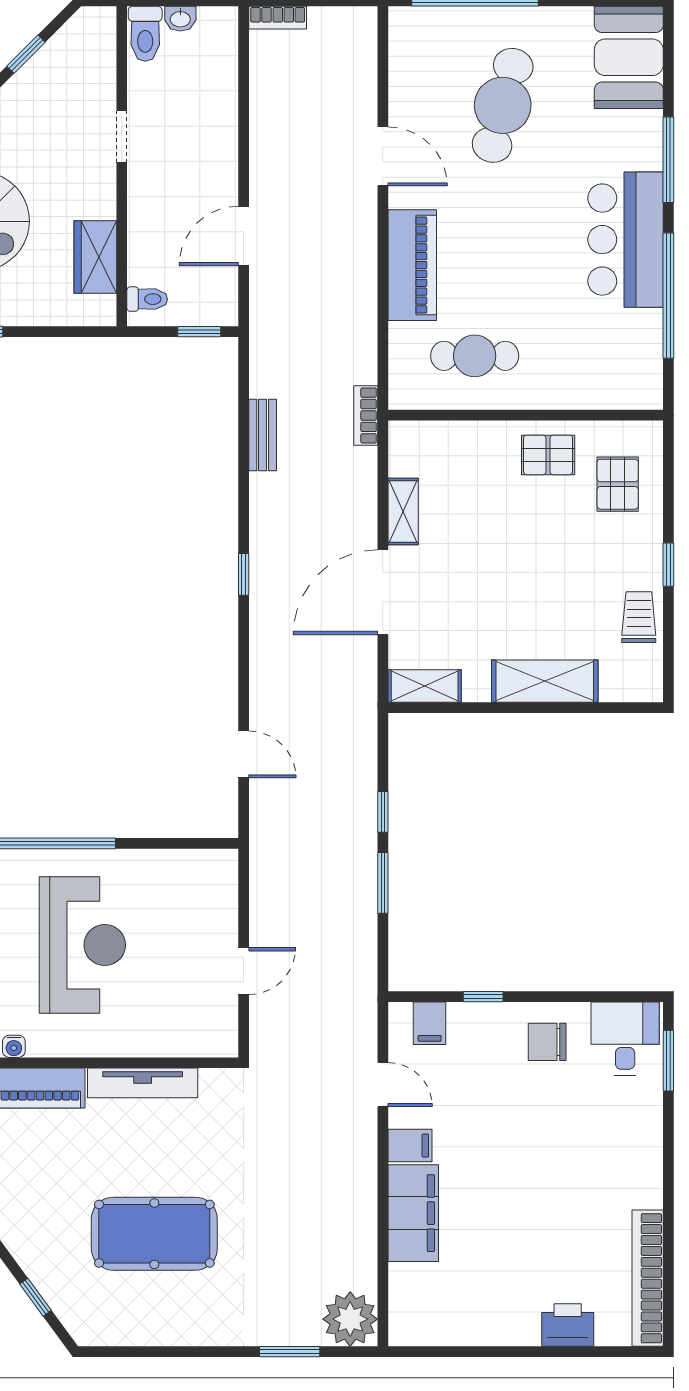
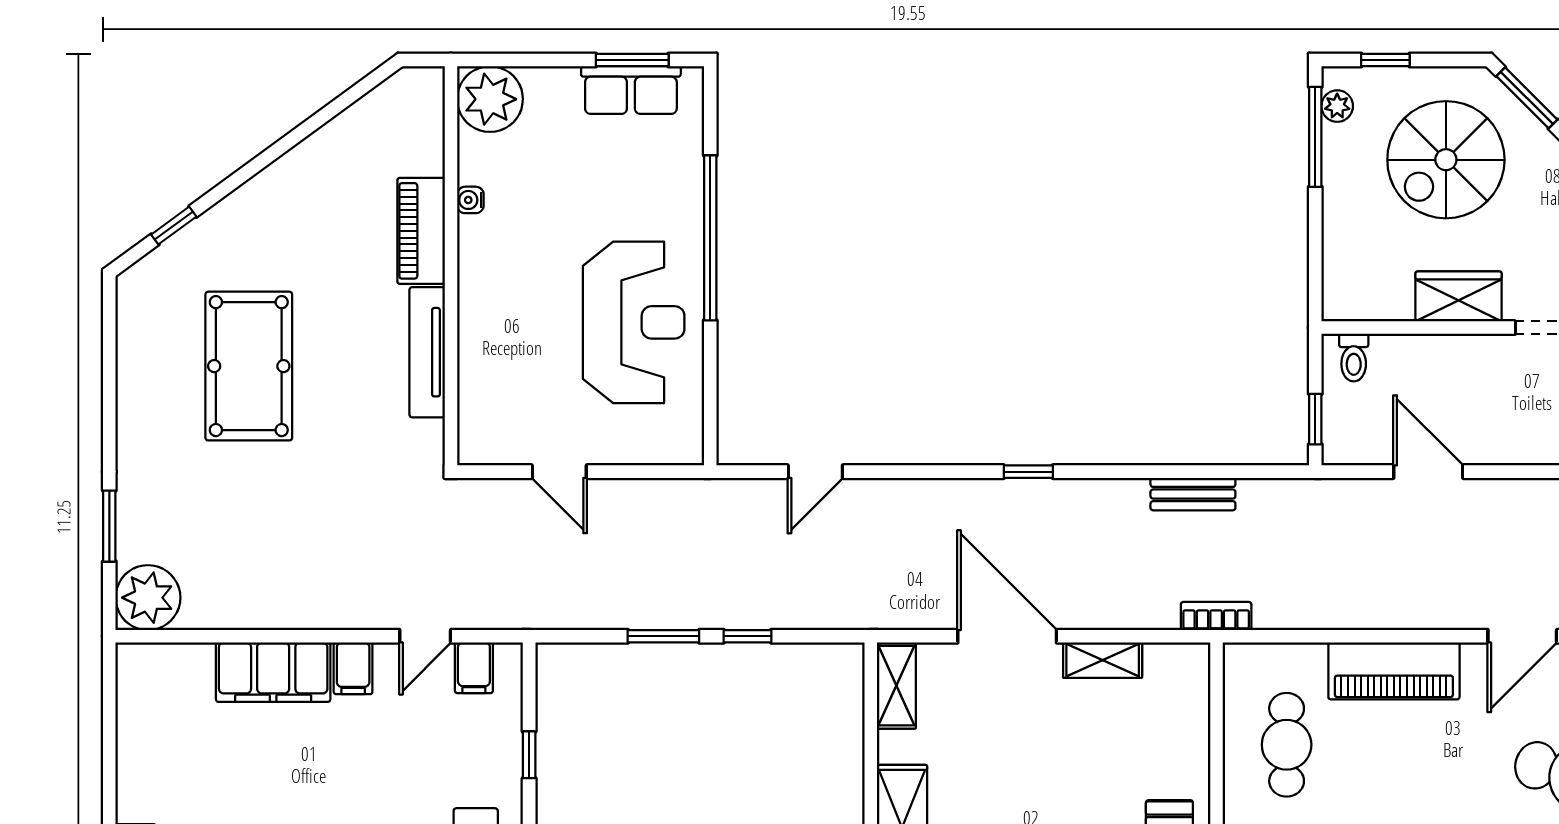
wardrobe: (95, 257) -> (1458, 296), moved
reception desk: (82, 945) -> (634, 322), moved, turned -90
filing cabinet: (430, 1023) -> (474, 668), moved, turned -90

